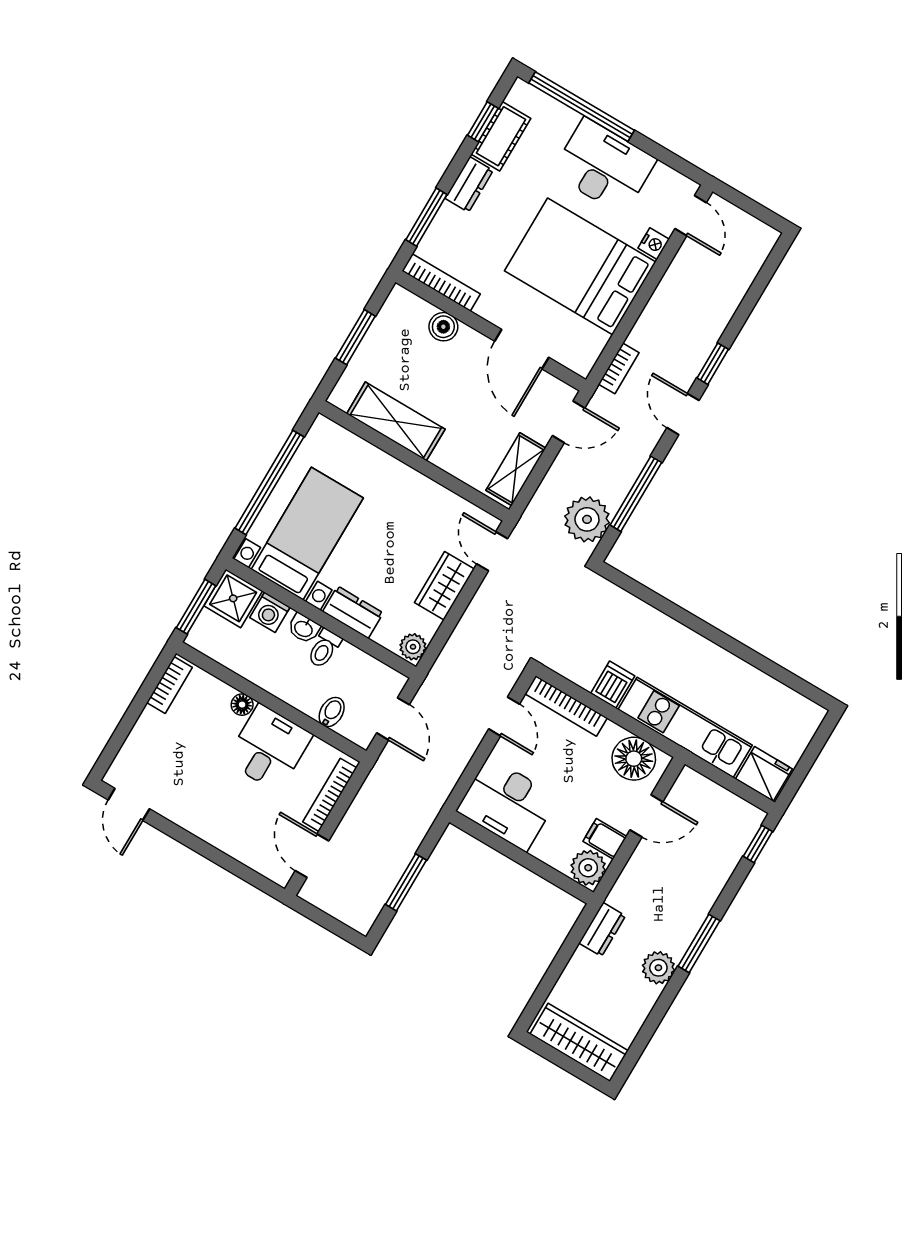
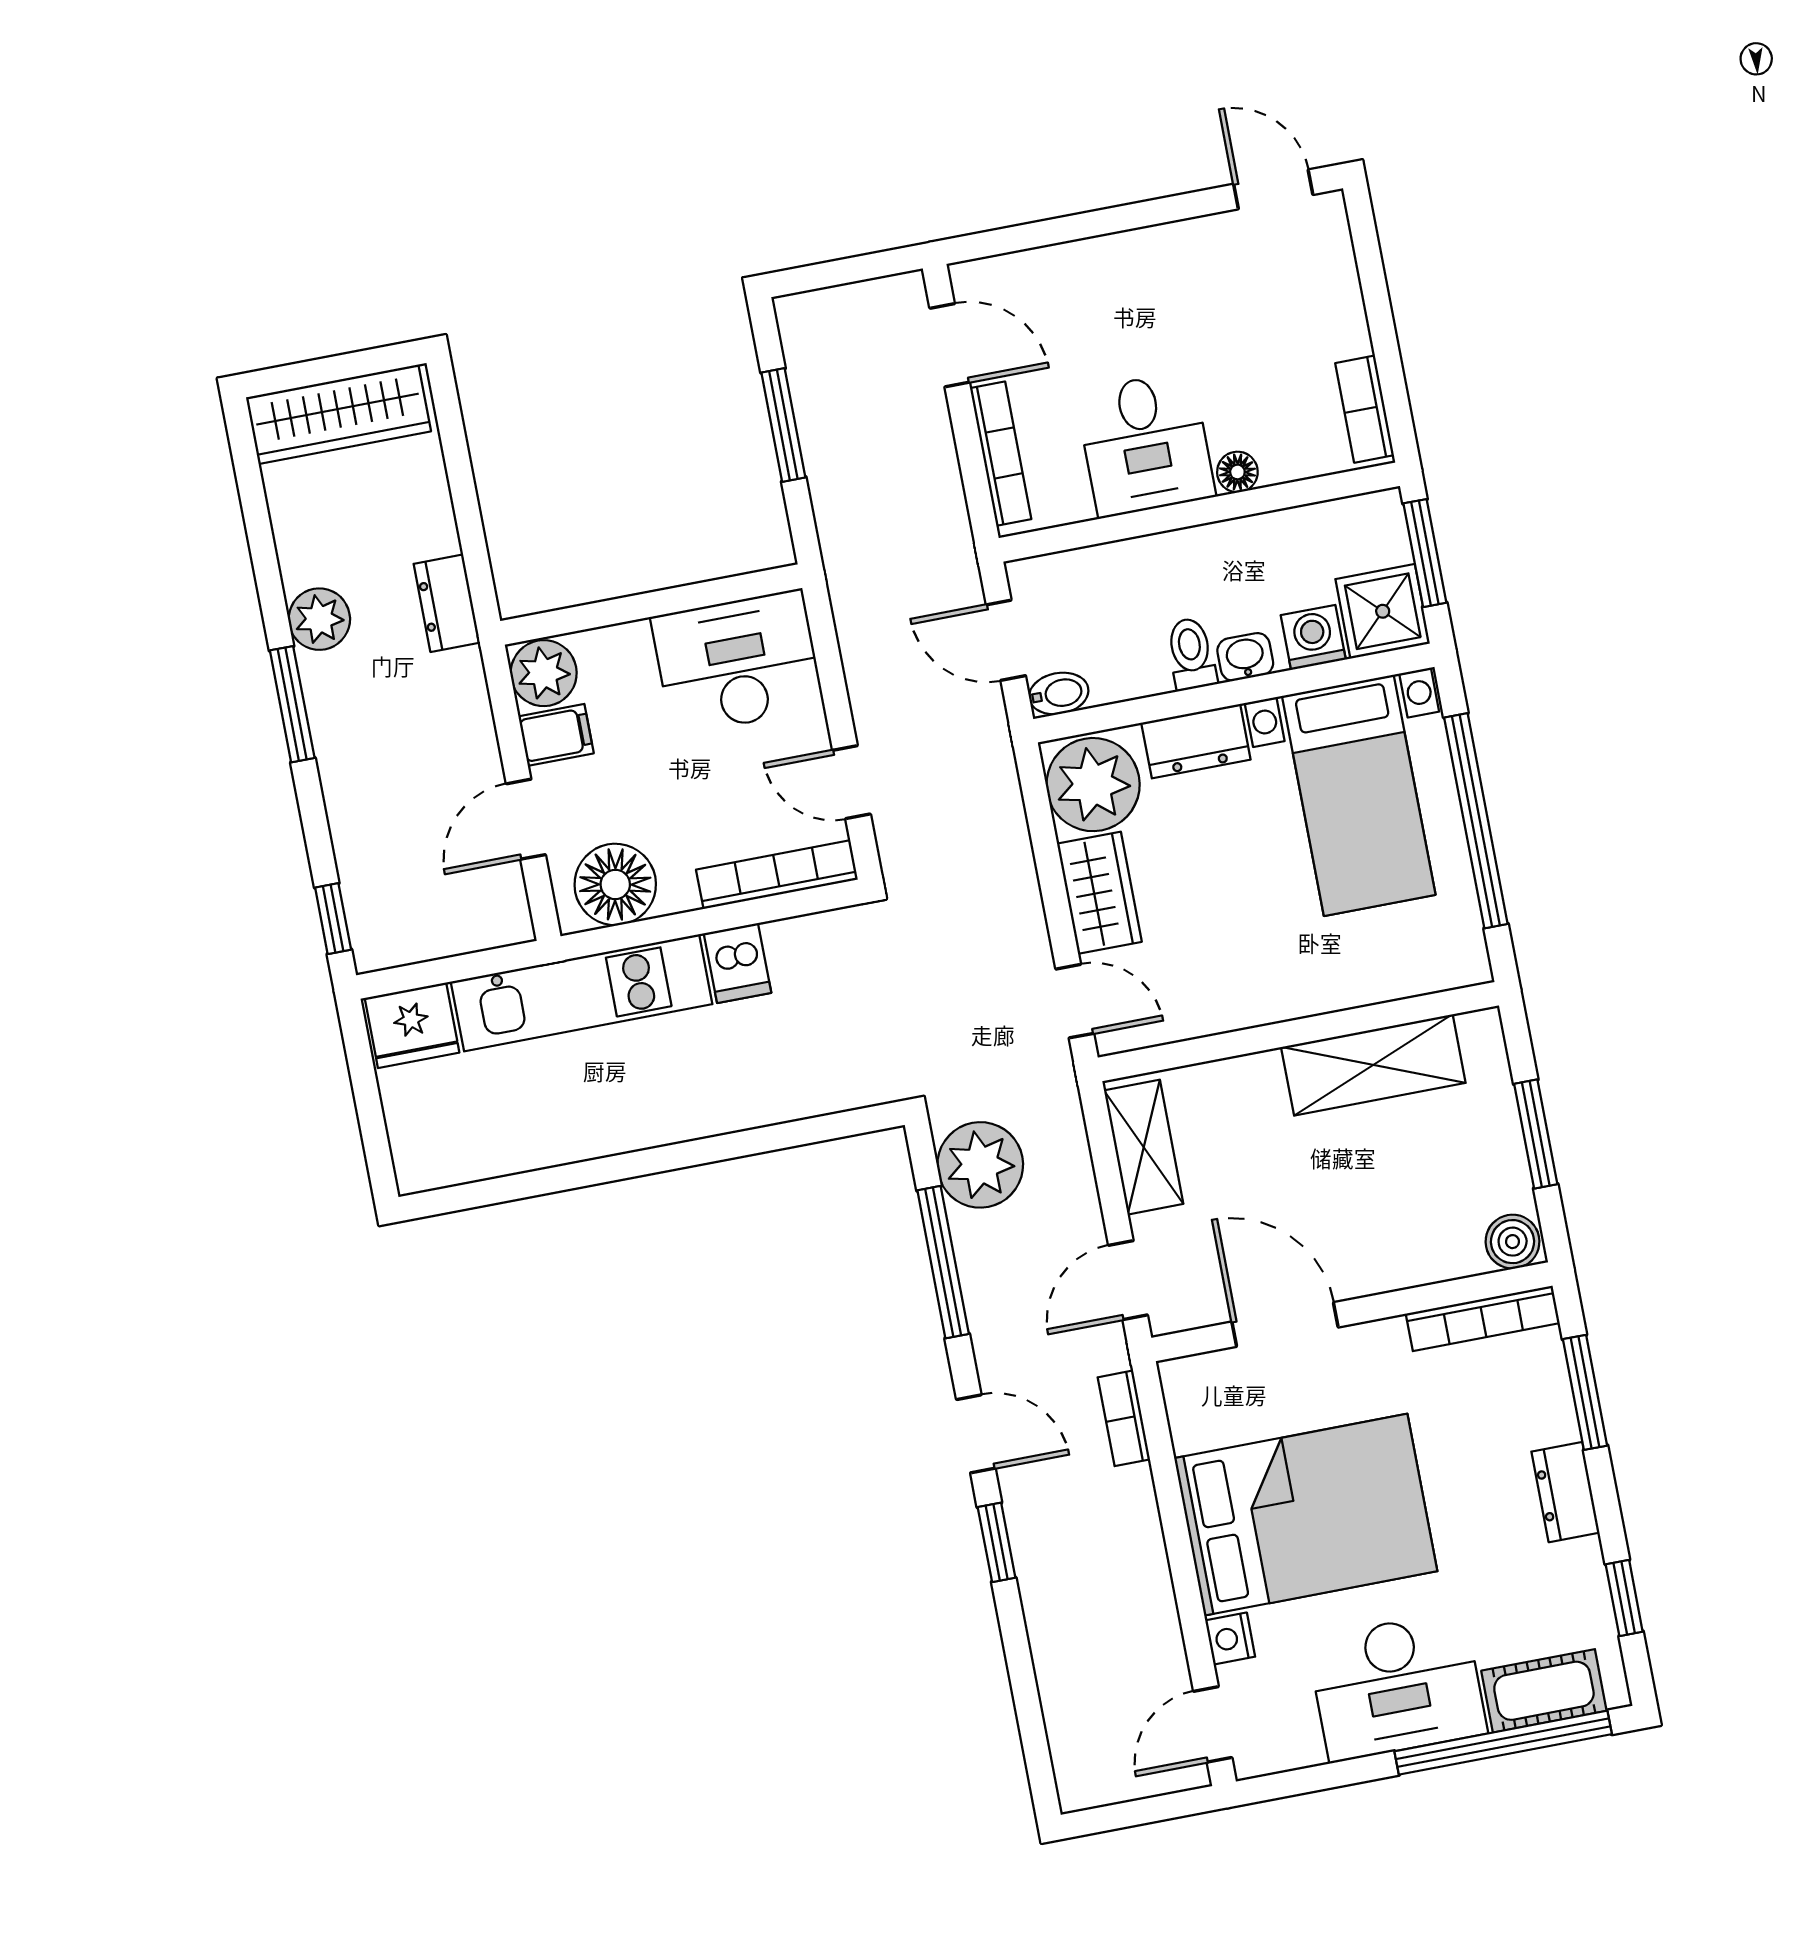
cot: (501, 136) -> (1544, 1691), moved, turned 90
door: (691, 216) -> (1213, 1724), hinge flipped
boiler: (443, 327) -> (1513, 1242), moved
plant: (413, 647) -> (1093, 785), width x1.87, depth x1.87
bidet: (332, 712) -> (1059, 694), moved, turned -90

